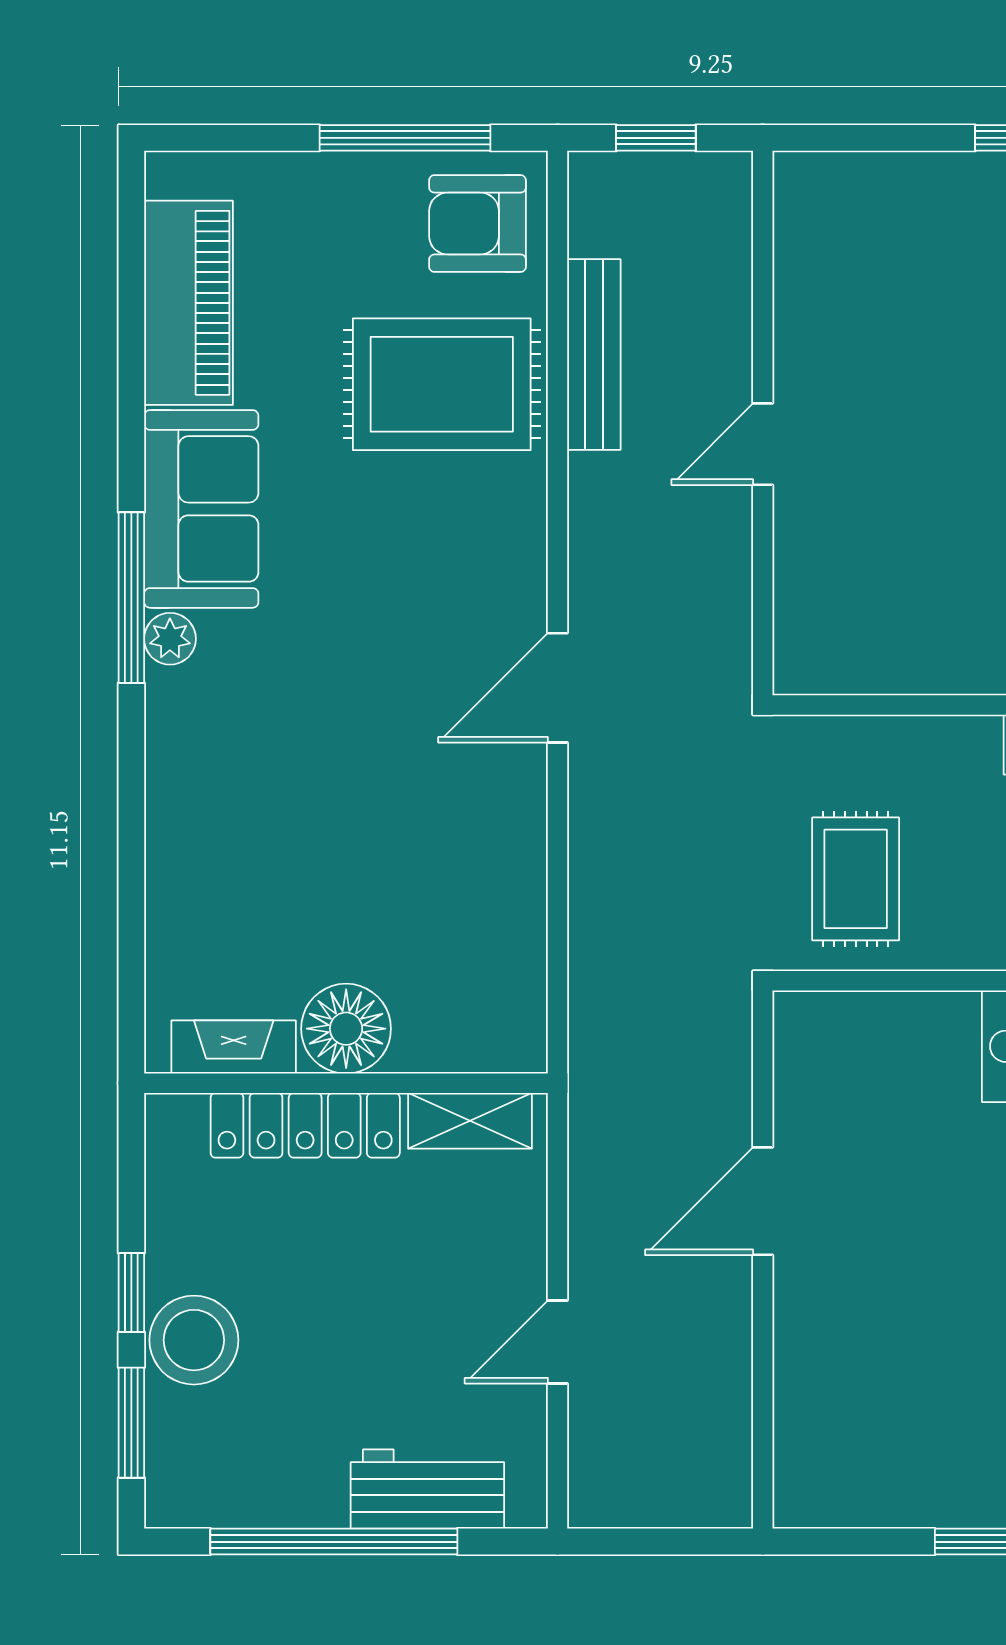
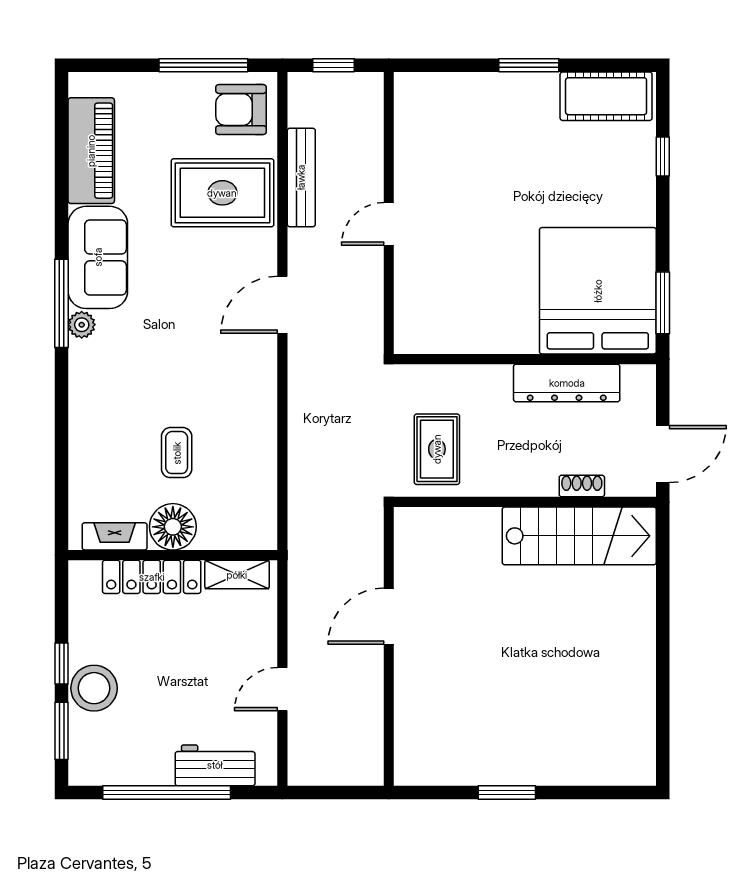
door: (558, 688) -> (282, 305), moved
coffee table: (353, 885) -> (177, 453), added

